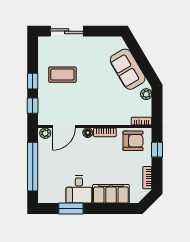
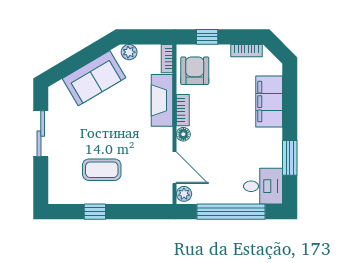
sliding door: (67, 31) -> (41, 134), moved
coffee table: (62, 75) -> (102, 170), turned 90
window: (33, 81) -> (95, 212), moved
window: (33, 106) -> (145, 212), removed
fireplace: (112, 117) -> (162, 100), added
desk: (79, 189) -> (263, 186), moved

